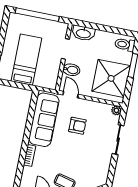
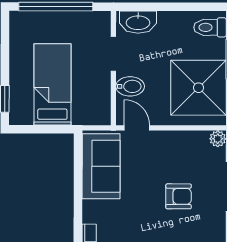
sofa: (44, 120) -> (101, 166), width x0.73
armchair: (77, 126) -> (179, 196), moved

